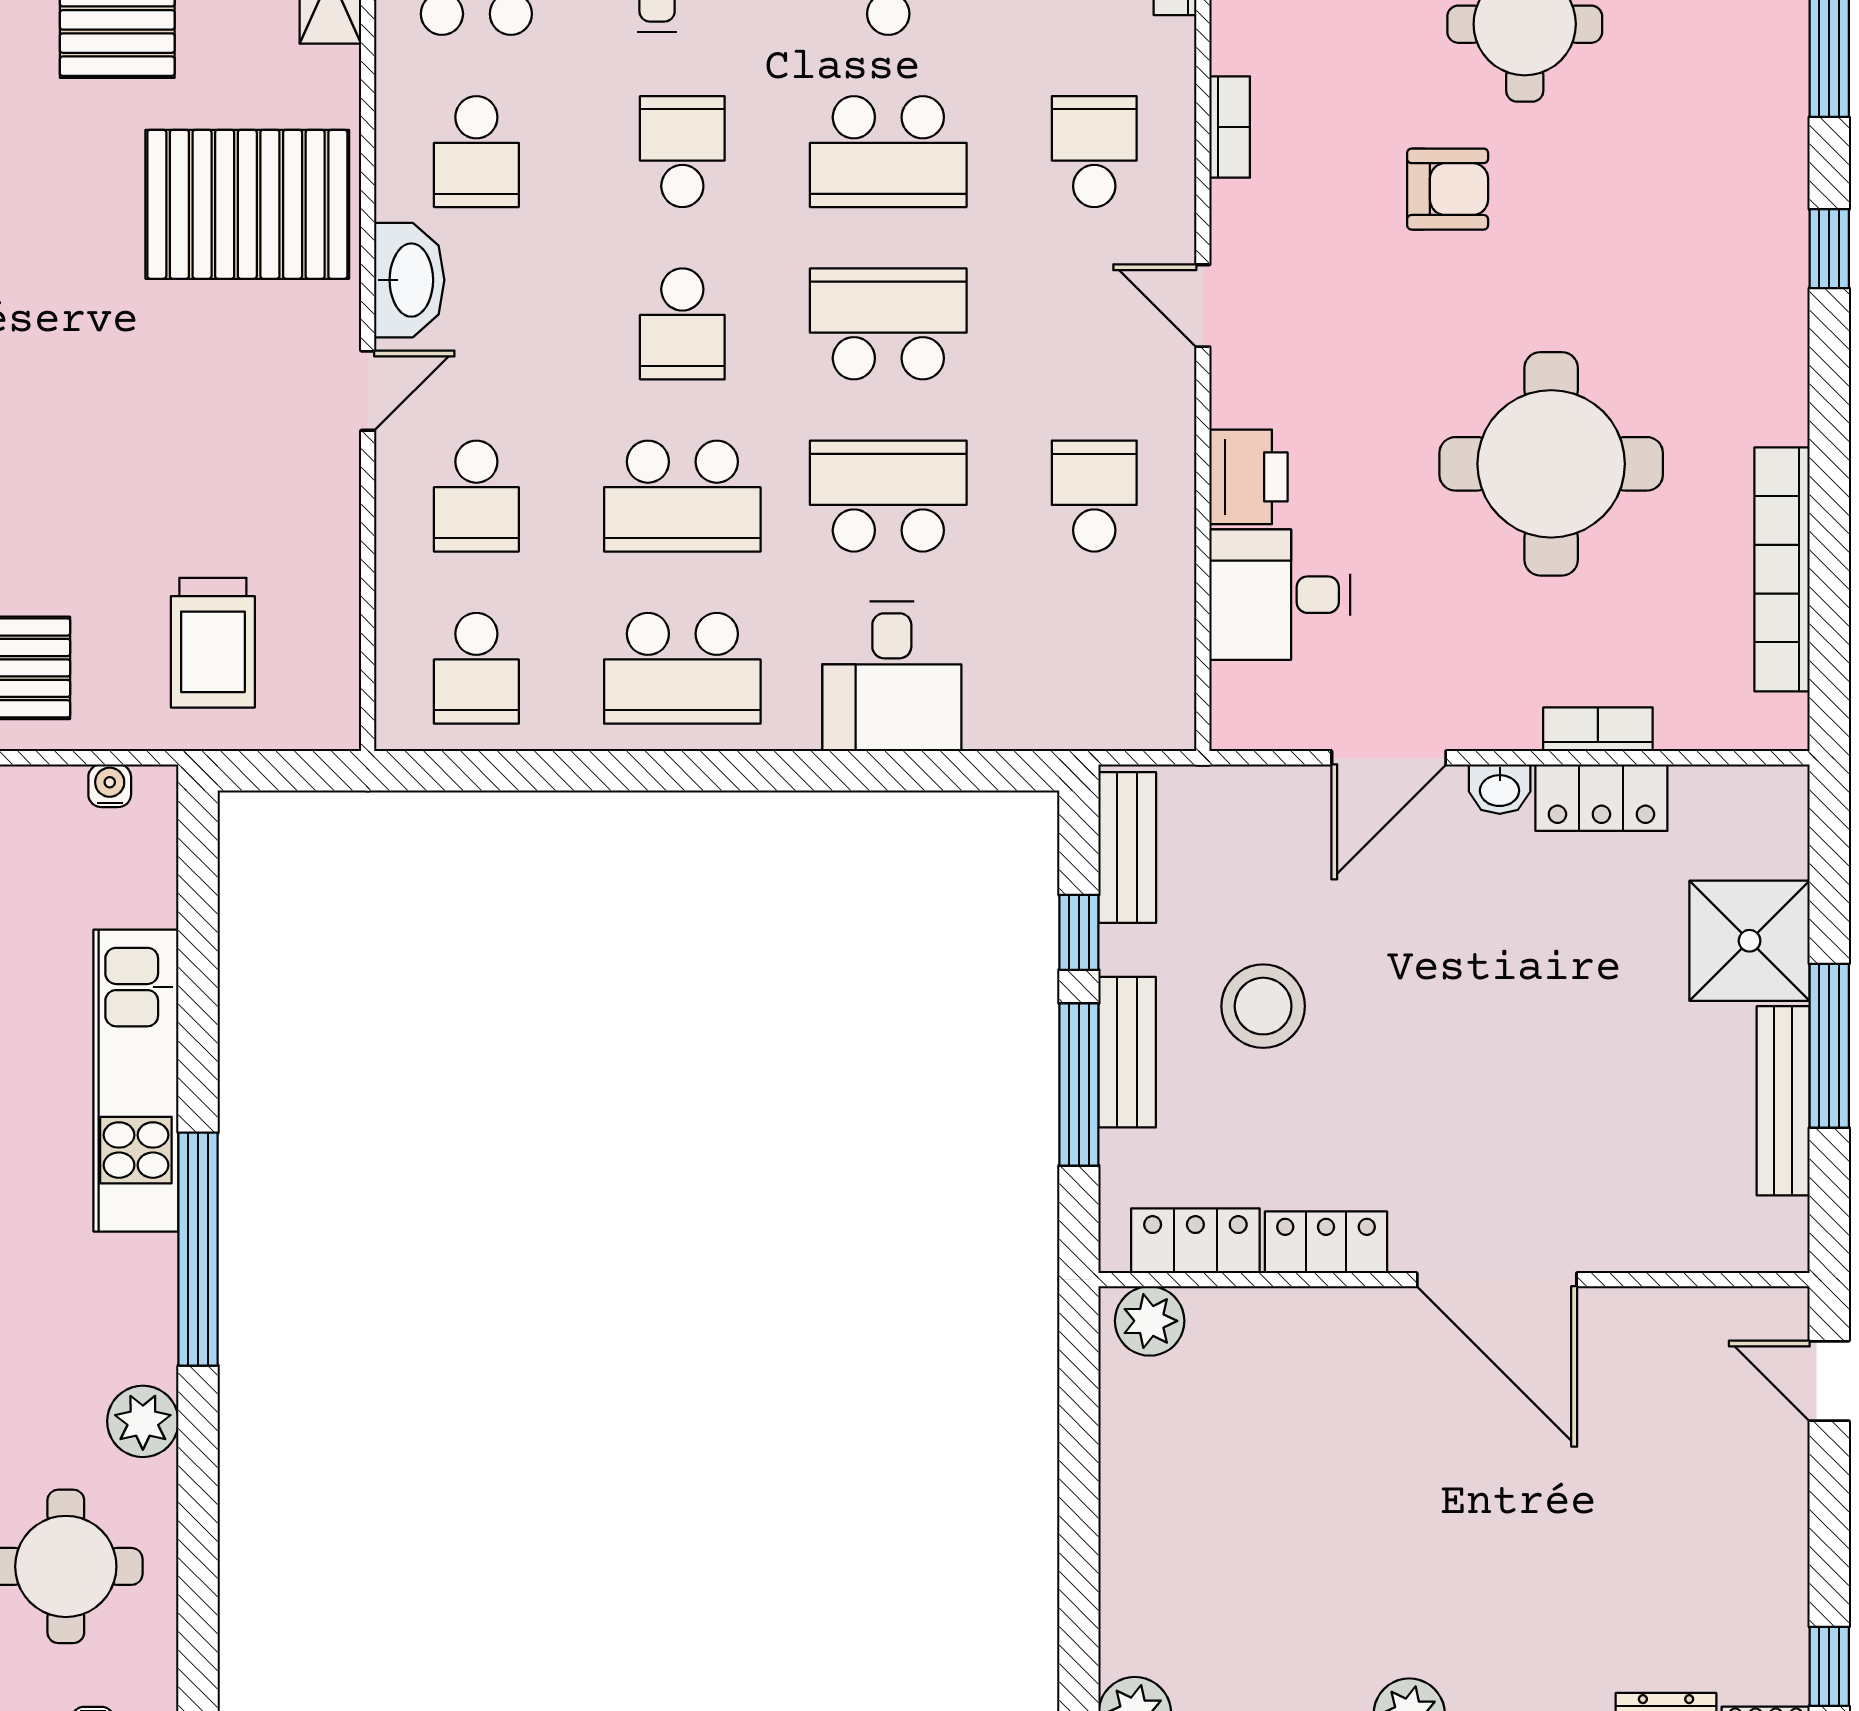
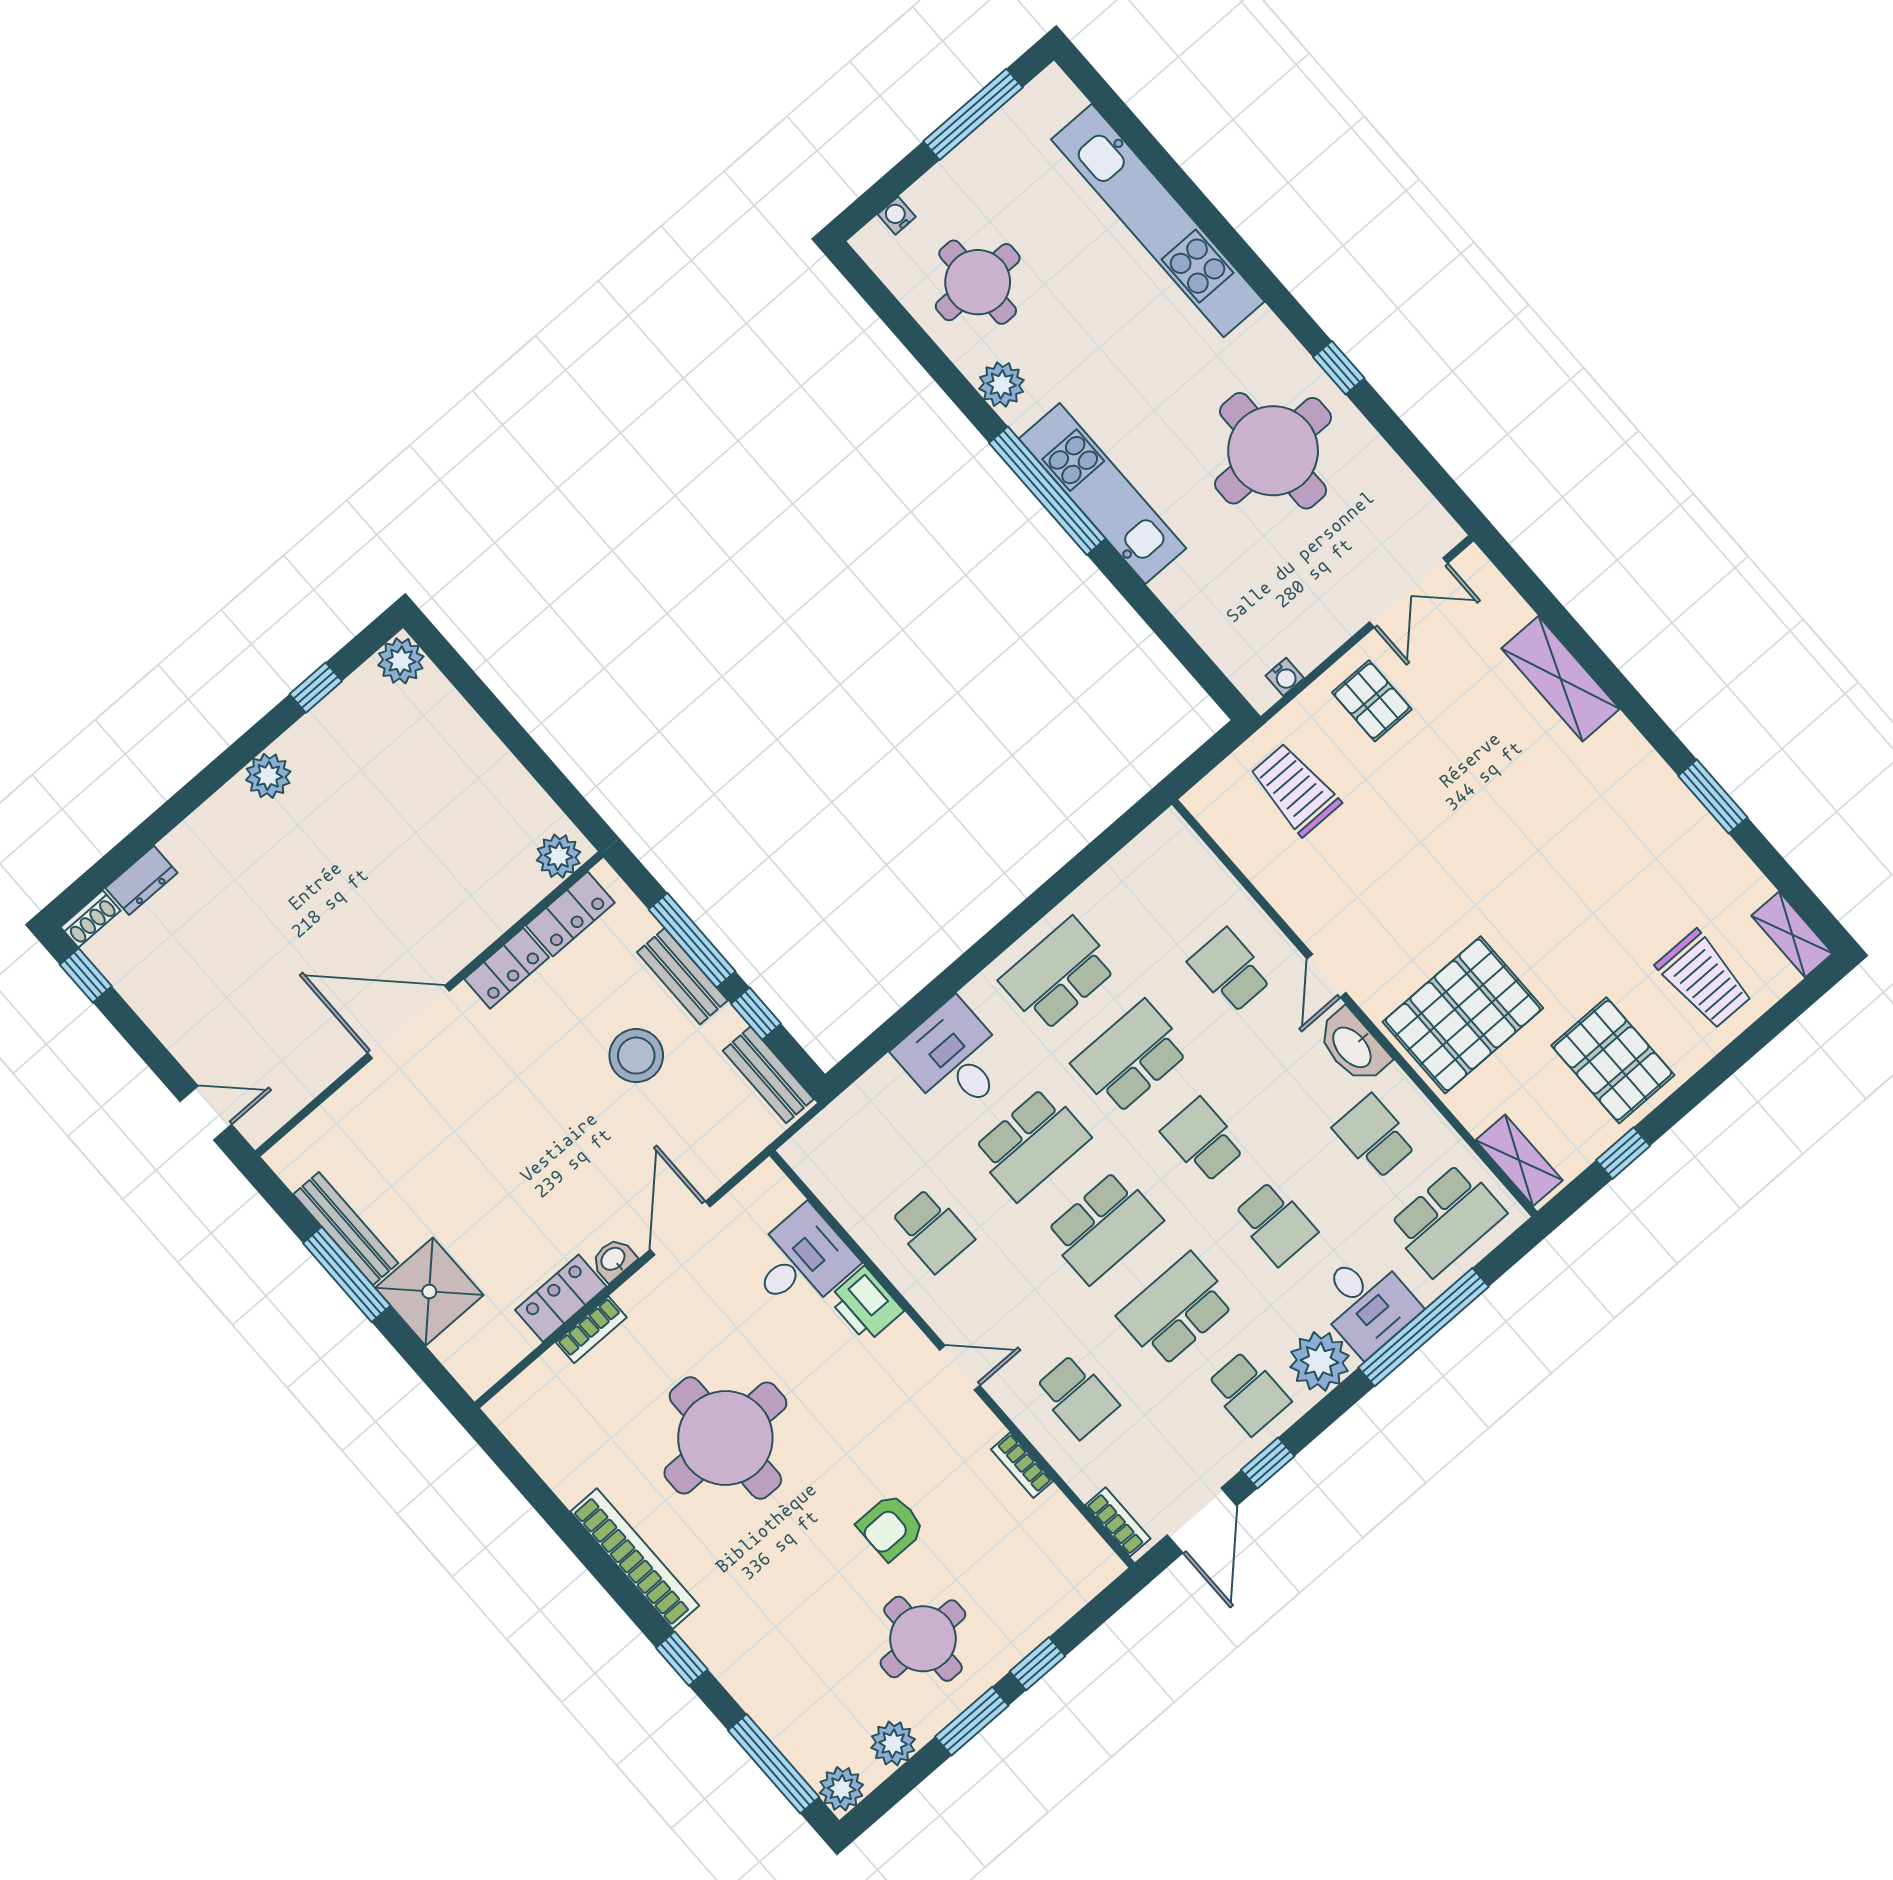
bookcase: (1782, 569) -> (635, 1559), moved
school desk: (476, 668) -> (1157, 888), removed
kitchen unit: (136, 1081) -> (1102, 494), moved

